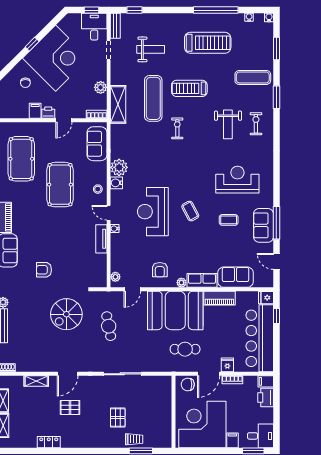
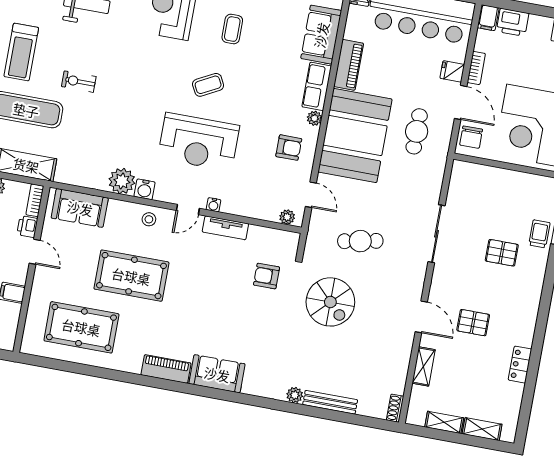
printer: (48, 113) -> (27, 227), moved
armchair: (44, 270) -> (267, 276), moved, turned 90
pallet: (70, 407) -> (473, 323), turned 90

